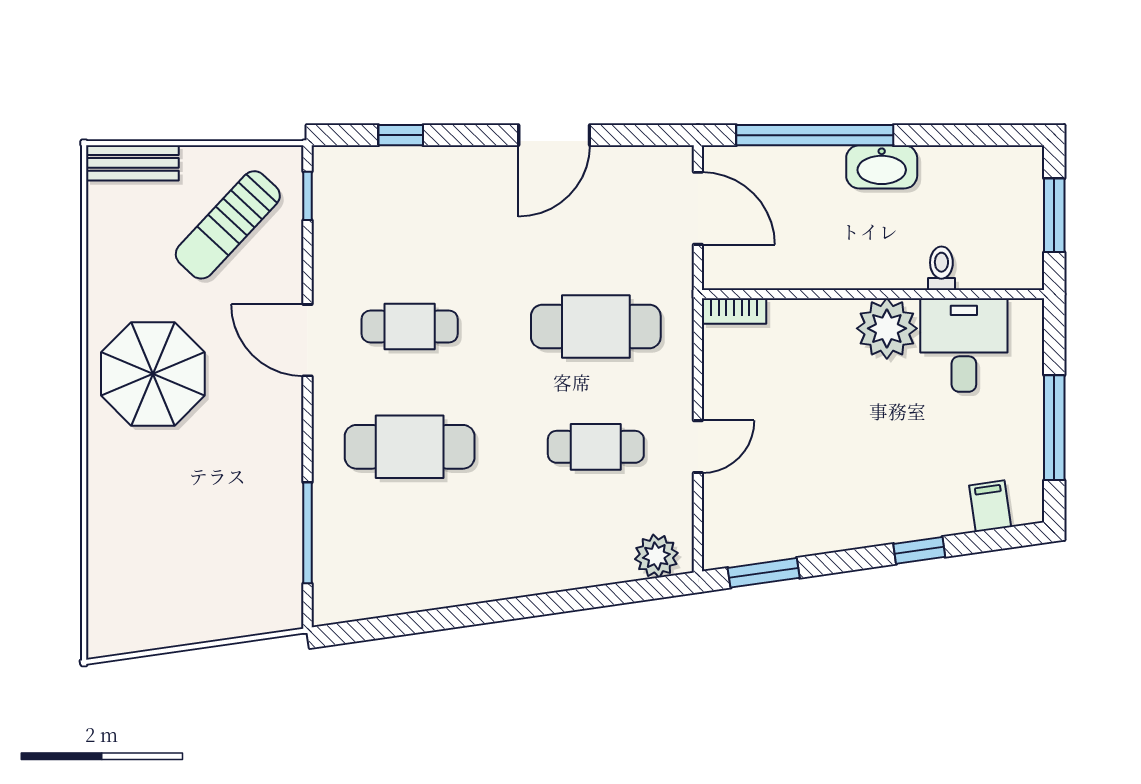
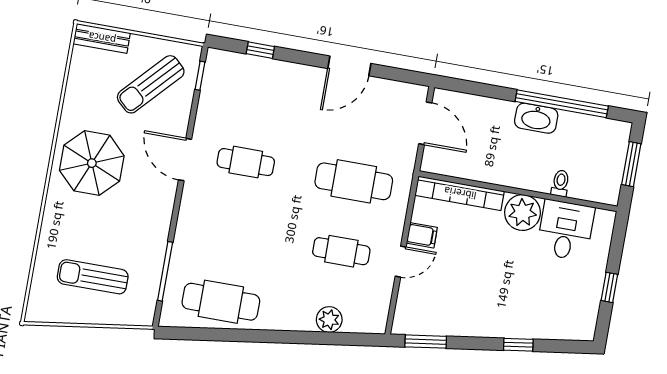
window: (815, 135) -> (562, 104), moved
bookcase: (734, 311) -> (460, 193), width x2.31, depth x1.31
window: (1054, 428) -> (609, 287), width x0.46
cafe table: (410, 447) -> (221, 302), moved
filing cabinet: (990, 506) -> (422, 235), moved, turned 98
plant: (656, 556) -> (329, 320), moved
sun lounger: (188, 564) -> (93, 277), added

